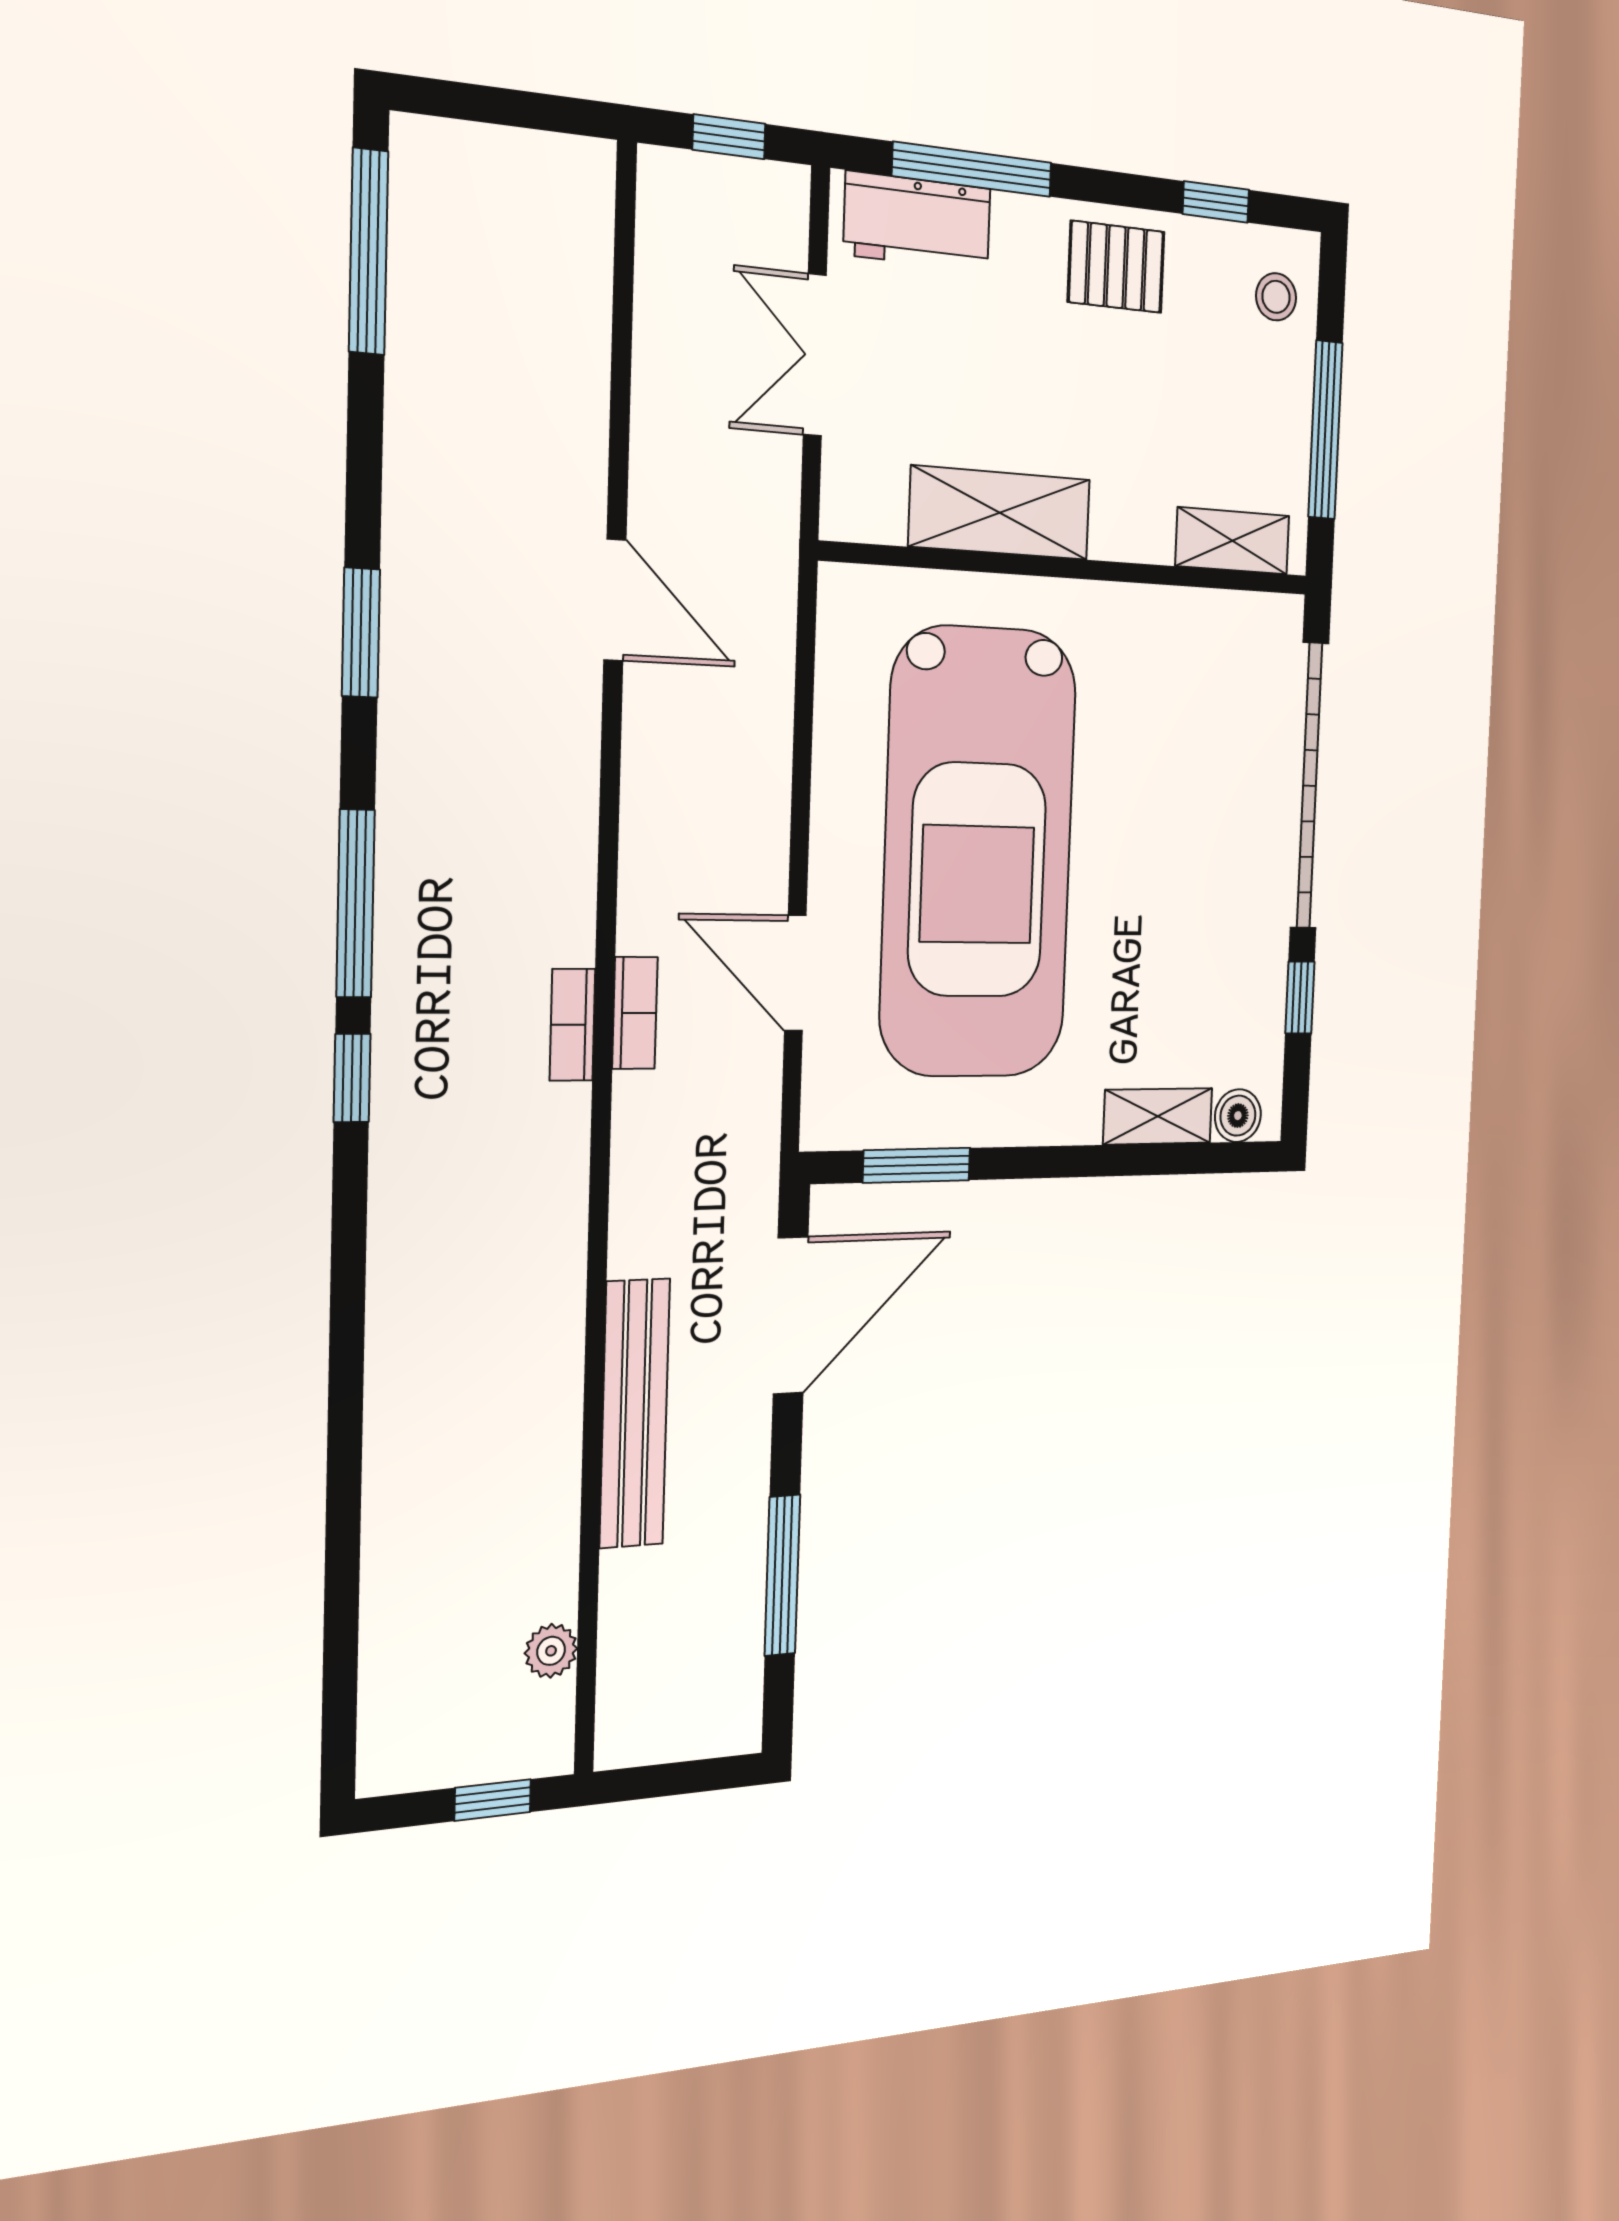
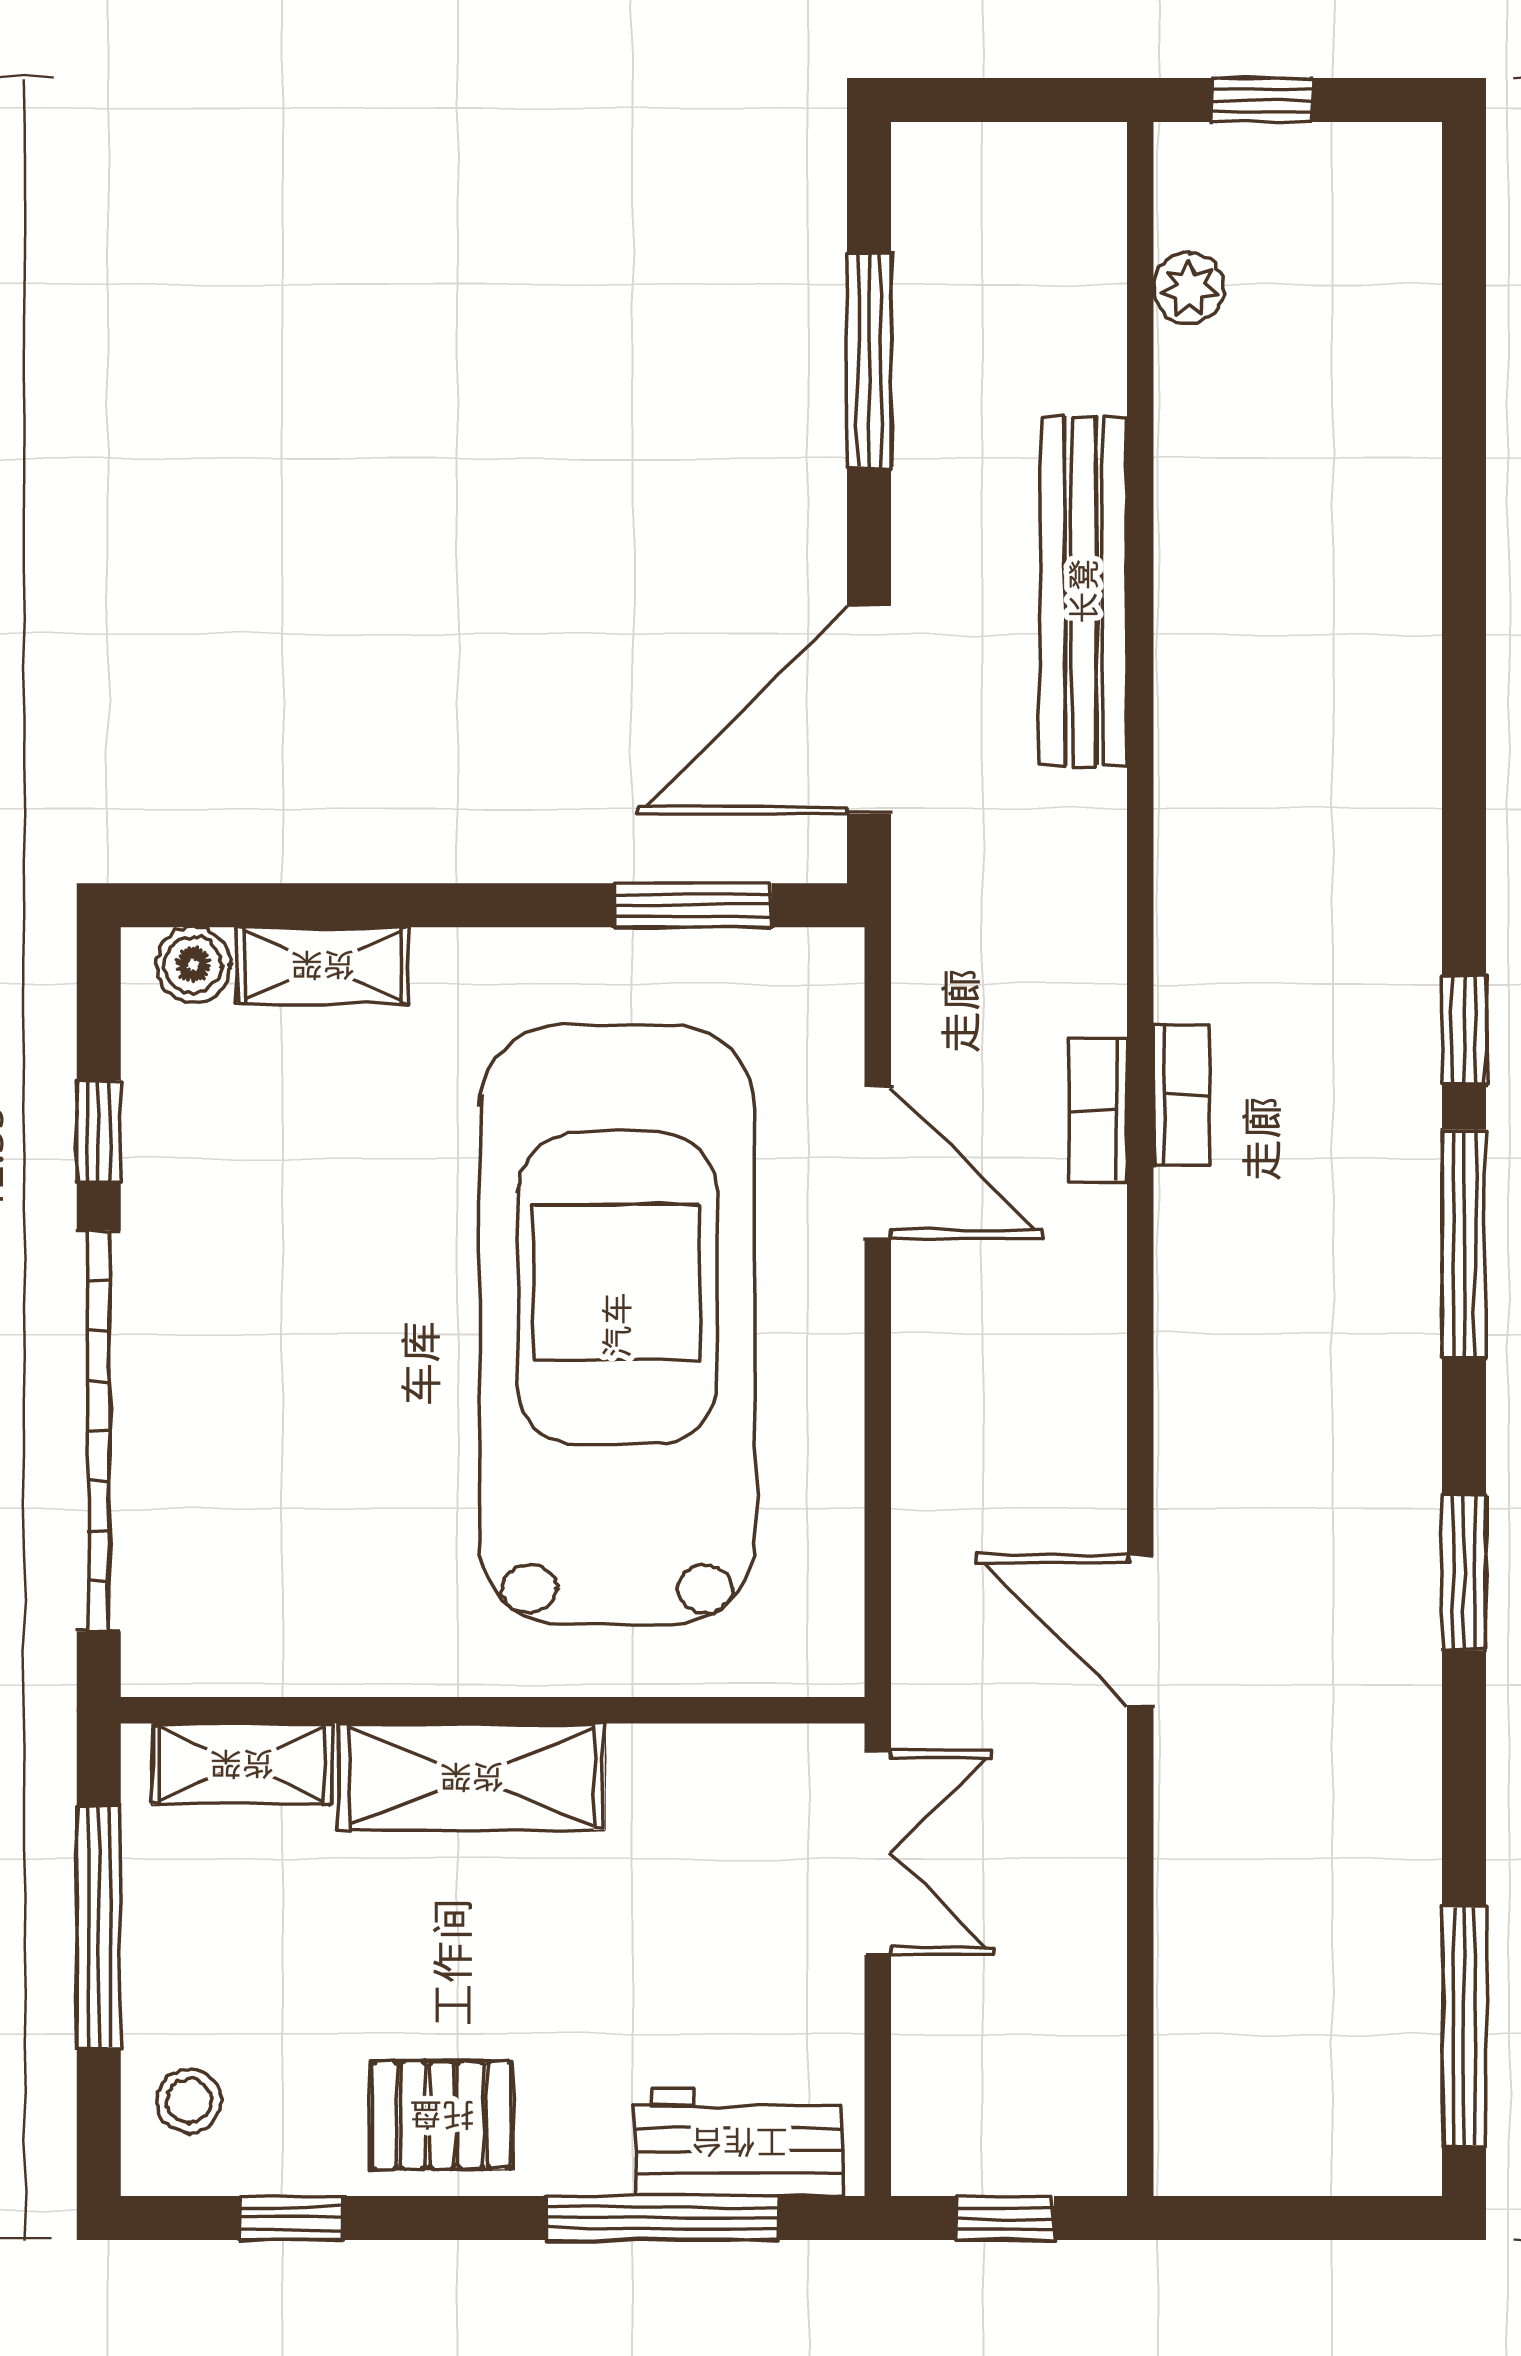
double door: (815, 355) -> (878, 1853), moved
shelving: (1000, 513) -> (472, 1777), moved

